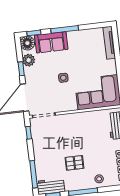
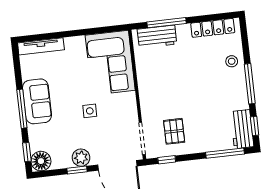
sofa: (51, 42) -> (37, 101), moved
plant: (29, 60) -> (81, 158), moved
pallet: (74, 163) -> (174, 131), moved

